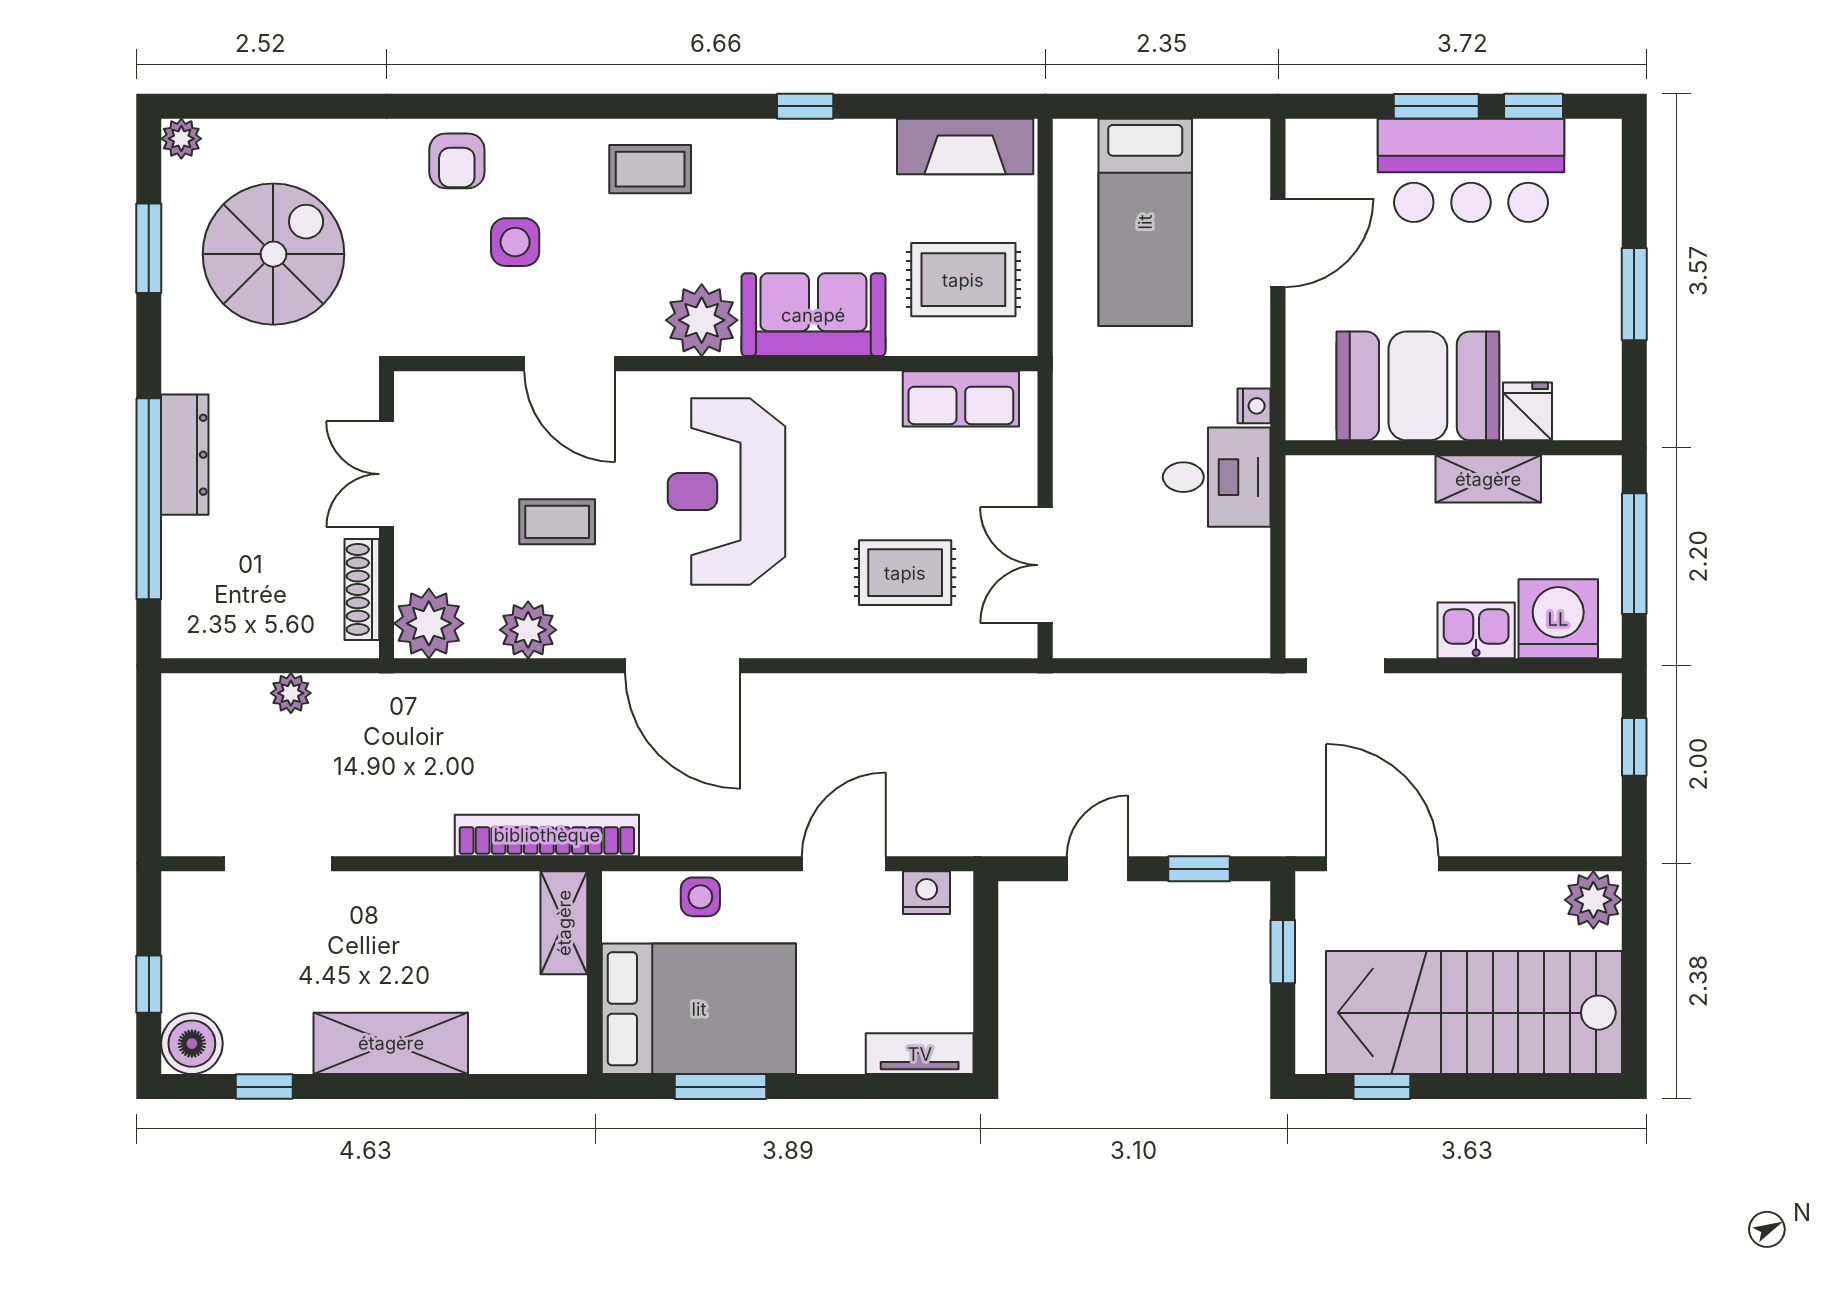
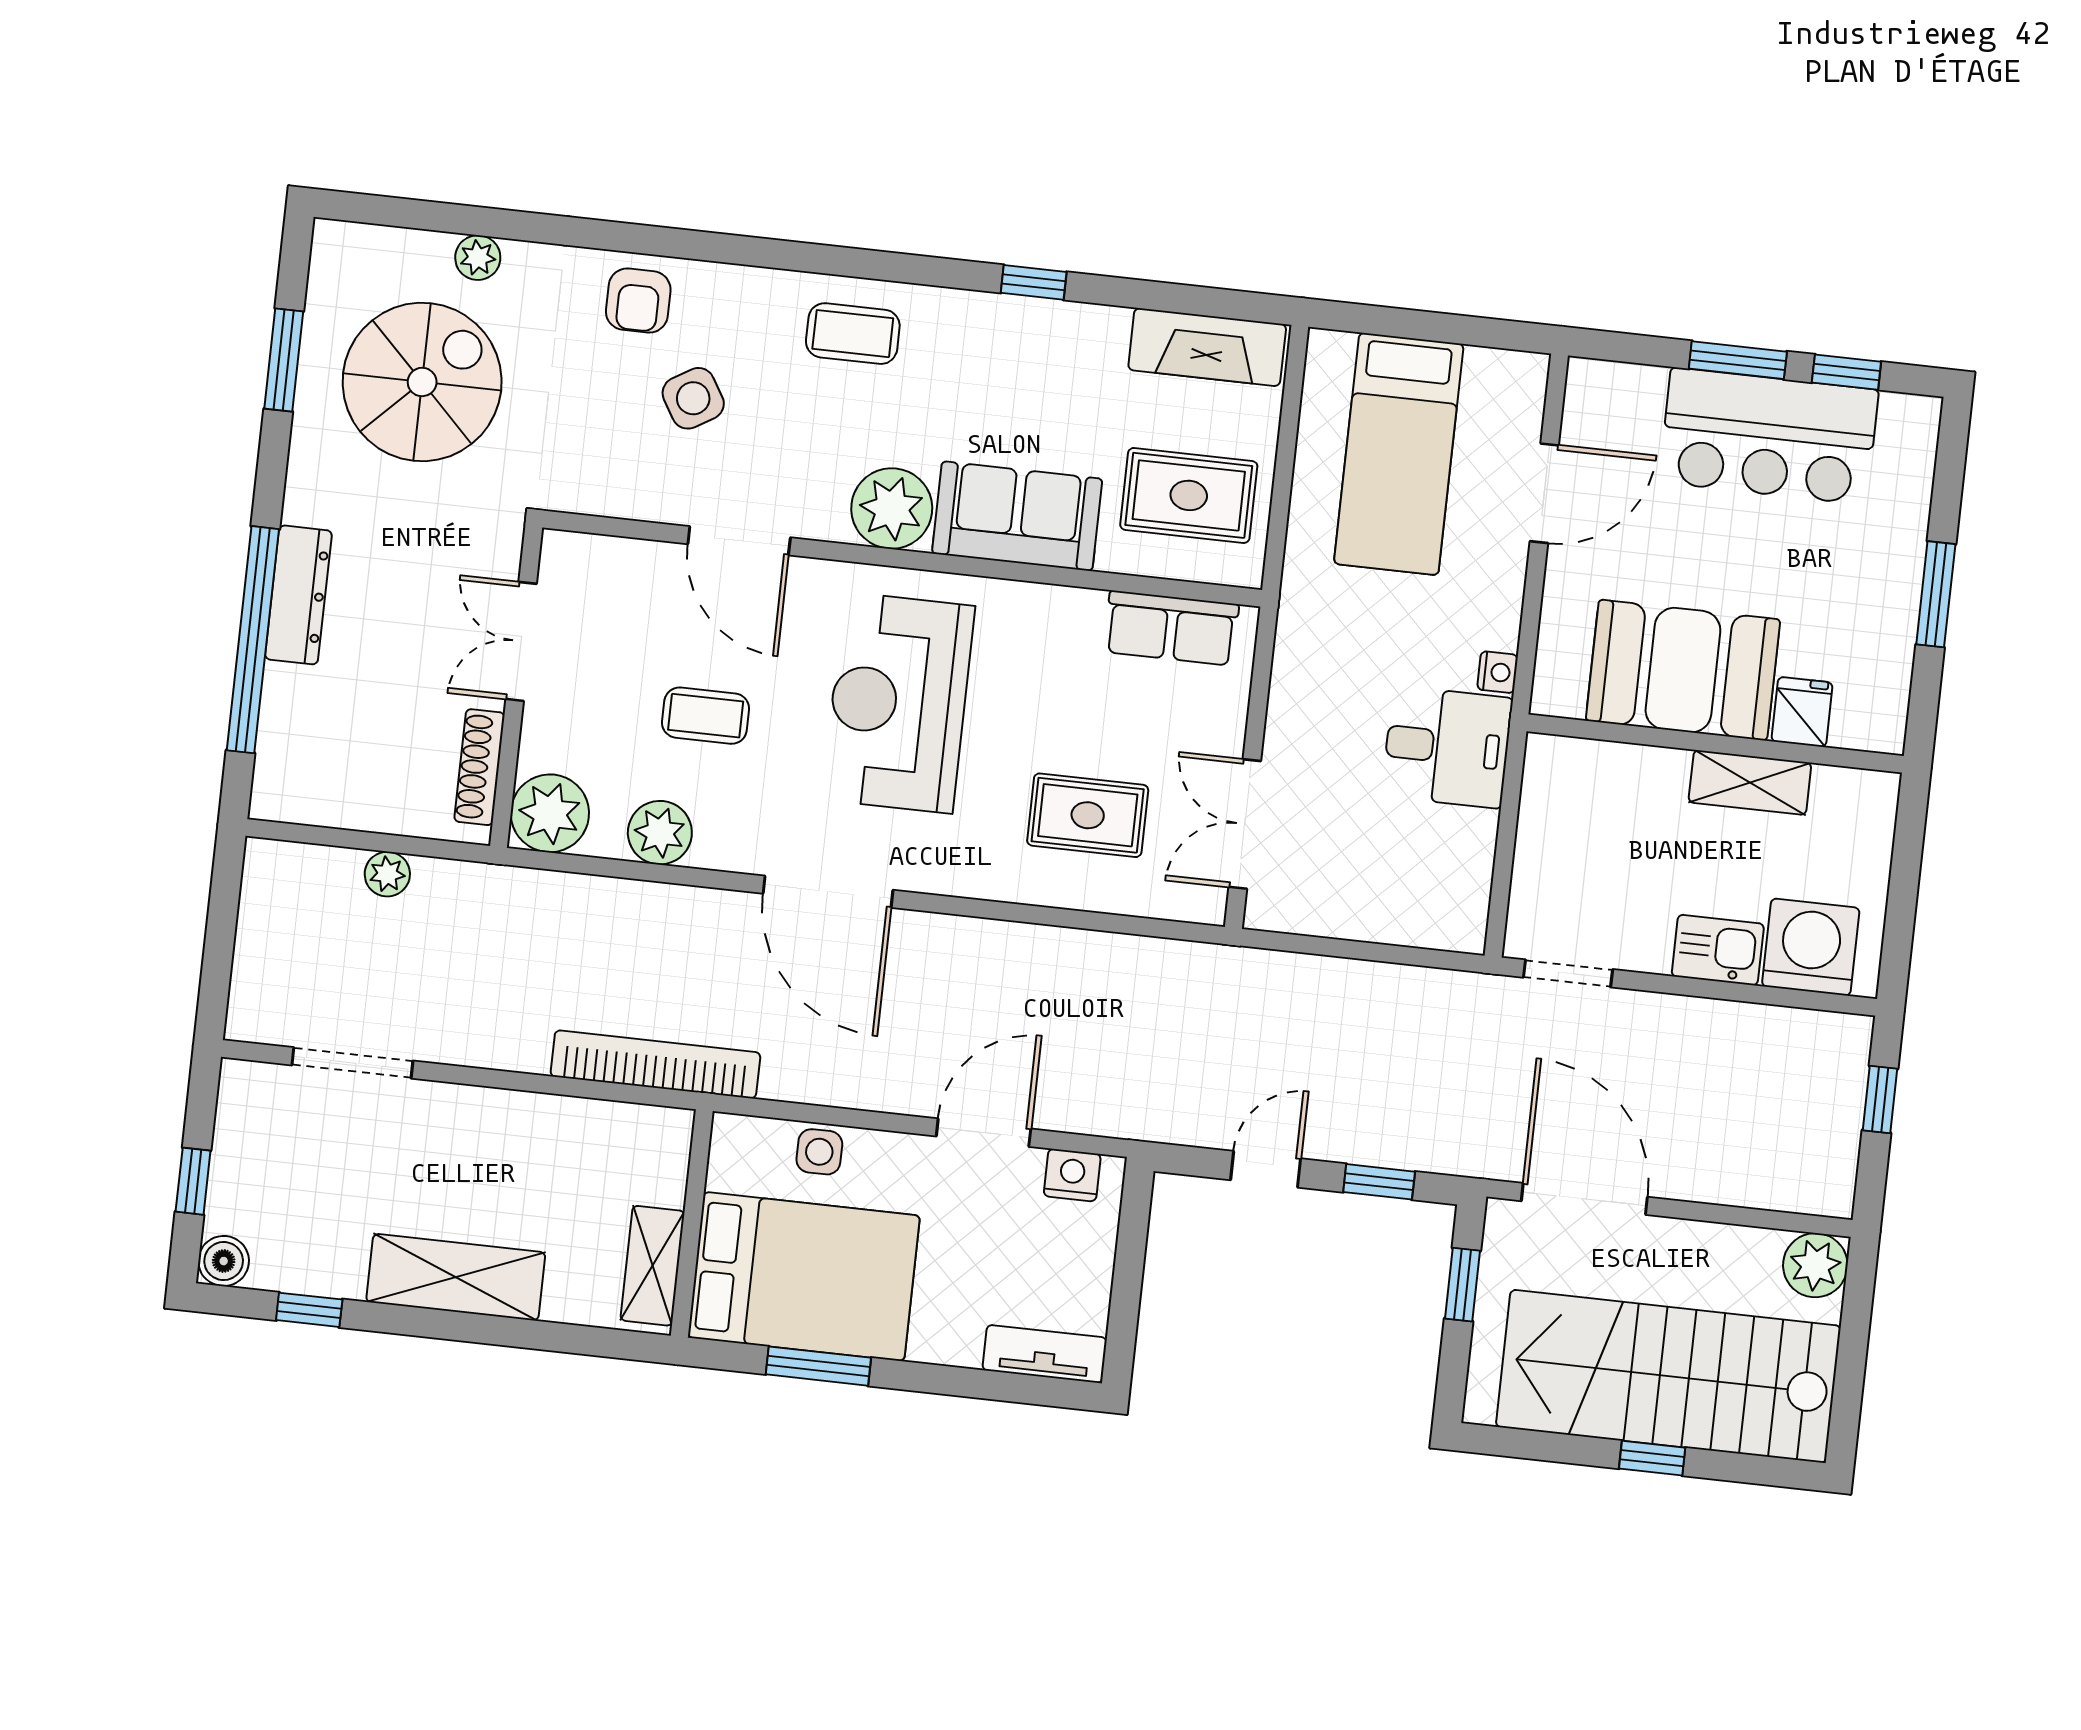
plant: (181, 139) -> (478, 258), moved
side table: (515, 242) -> (693, 398), turned -31
window: (1634, 554) -> (1904, 884), removed
shelving: (564, 923) -> (652, 1266), moved
boiler: (192, 1044) -> (224, 1261), width x0.73, depth x0.73
window: (1382, 1087) -> (1652, 1458), moved

